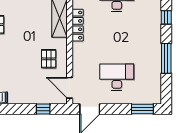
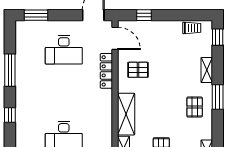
locker: (78, 25) -> (106, 71), moved
pallet: (49, 59) -> (138, 70), turned 90

